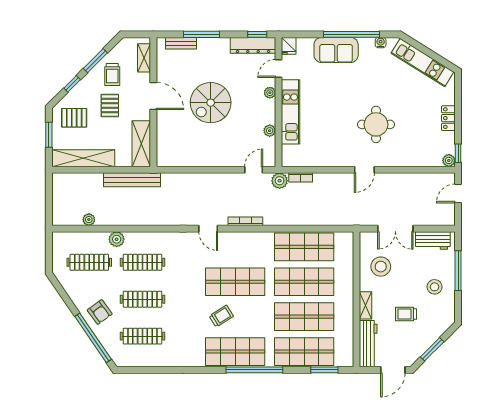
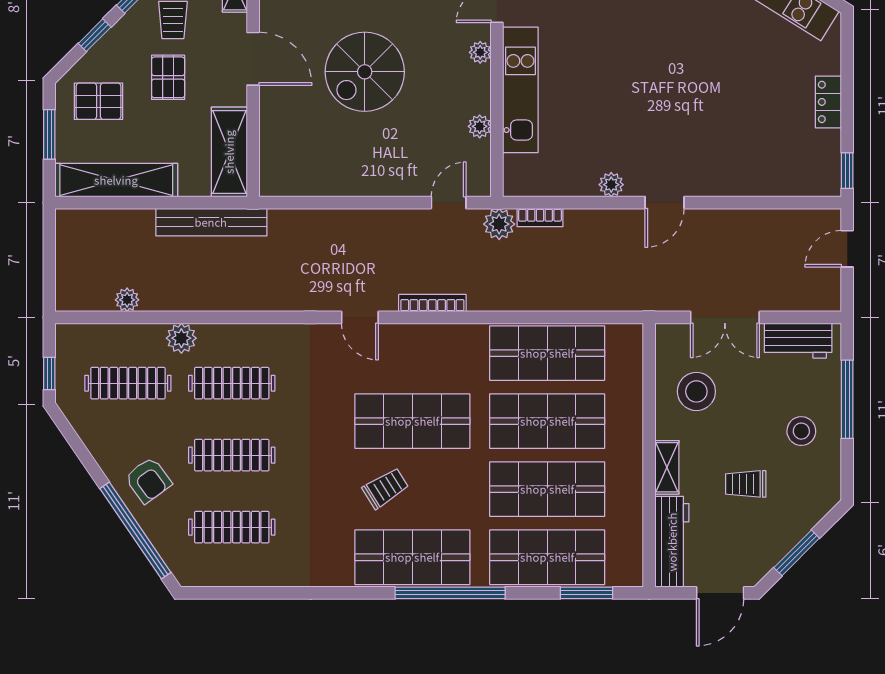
round table: (376, 124) -> (687, 114), removed
plant: (449, 160) -> (611, 185), moved
window: (49, 257) -> (49, 373), added

